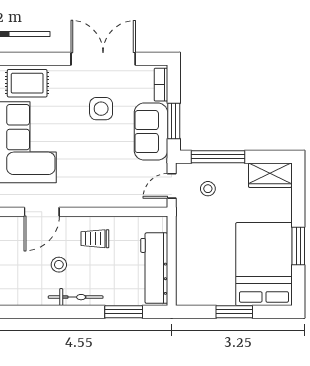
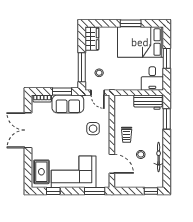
side table: (101, 109) -> (93, 129), moved
workbench: (154, 268) -> (148, 102), width x0.73
desk: (197, 286) -> (152, 79), added
bicycle: (76, 297) -> (159, 157), moved

